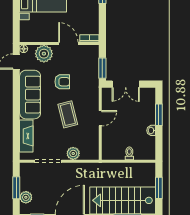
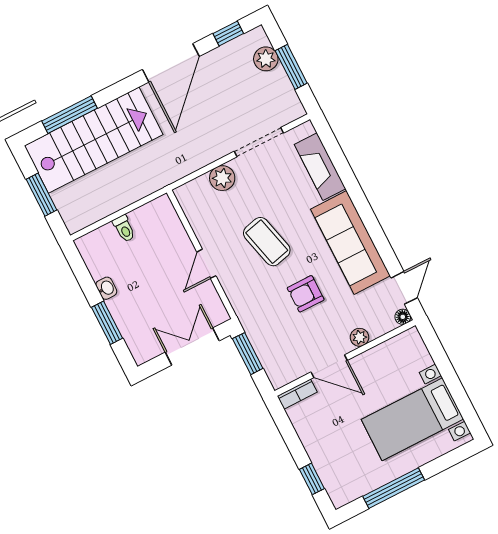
plant: (44, 54) -> (360, 337), width x0.53, depth x0.53

